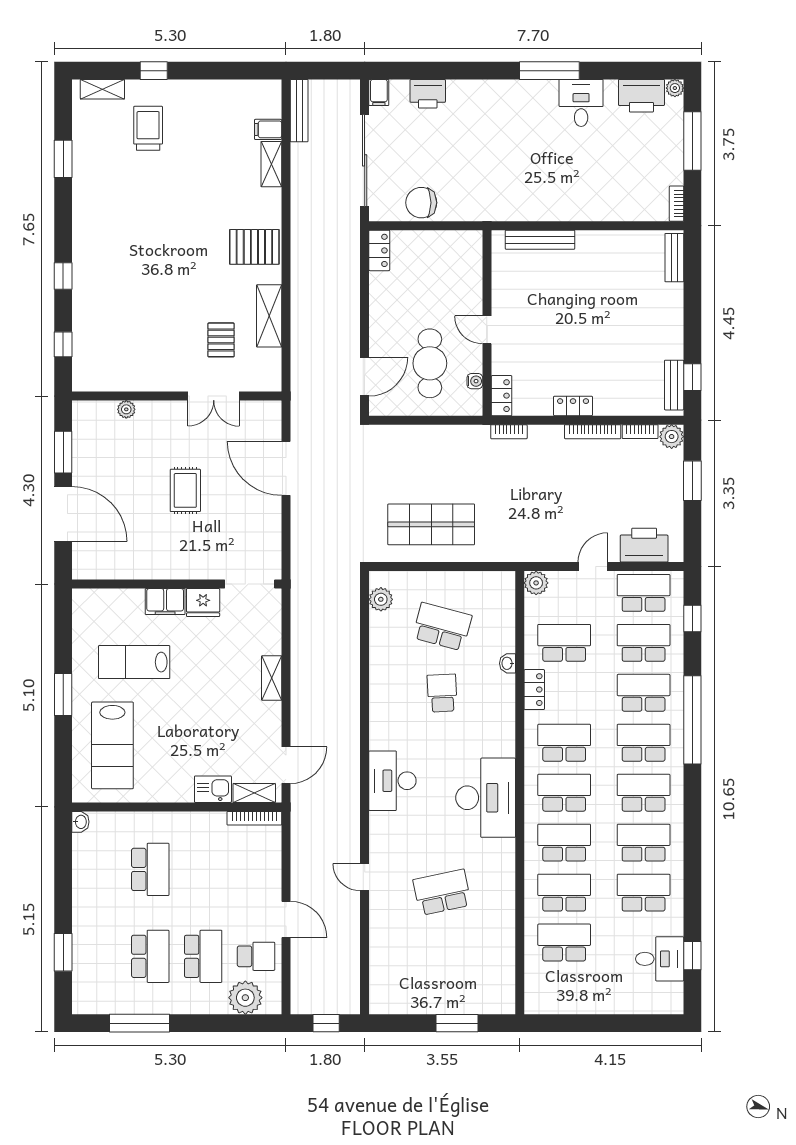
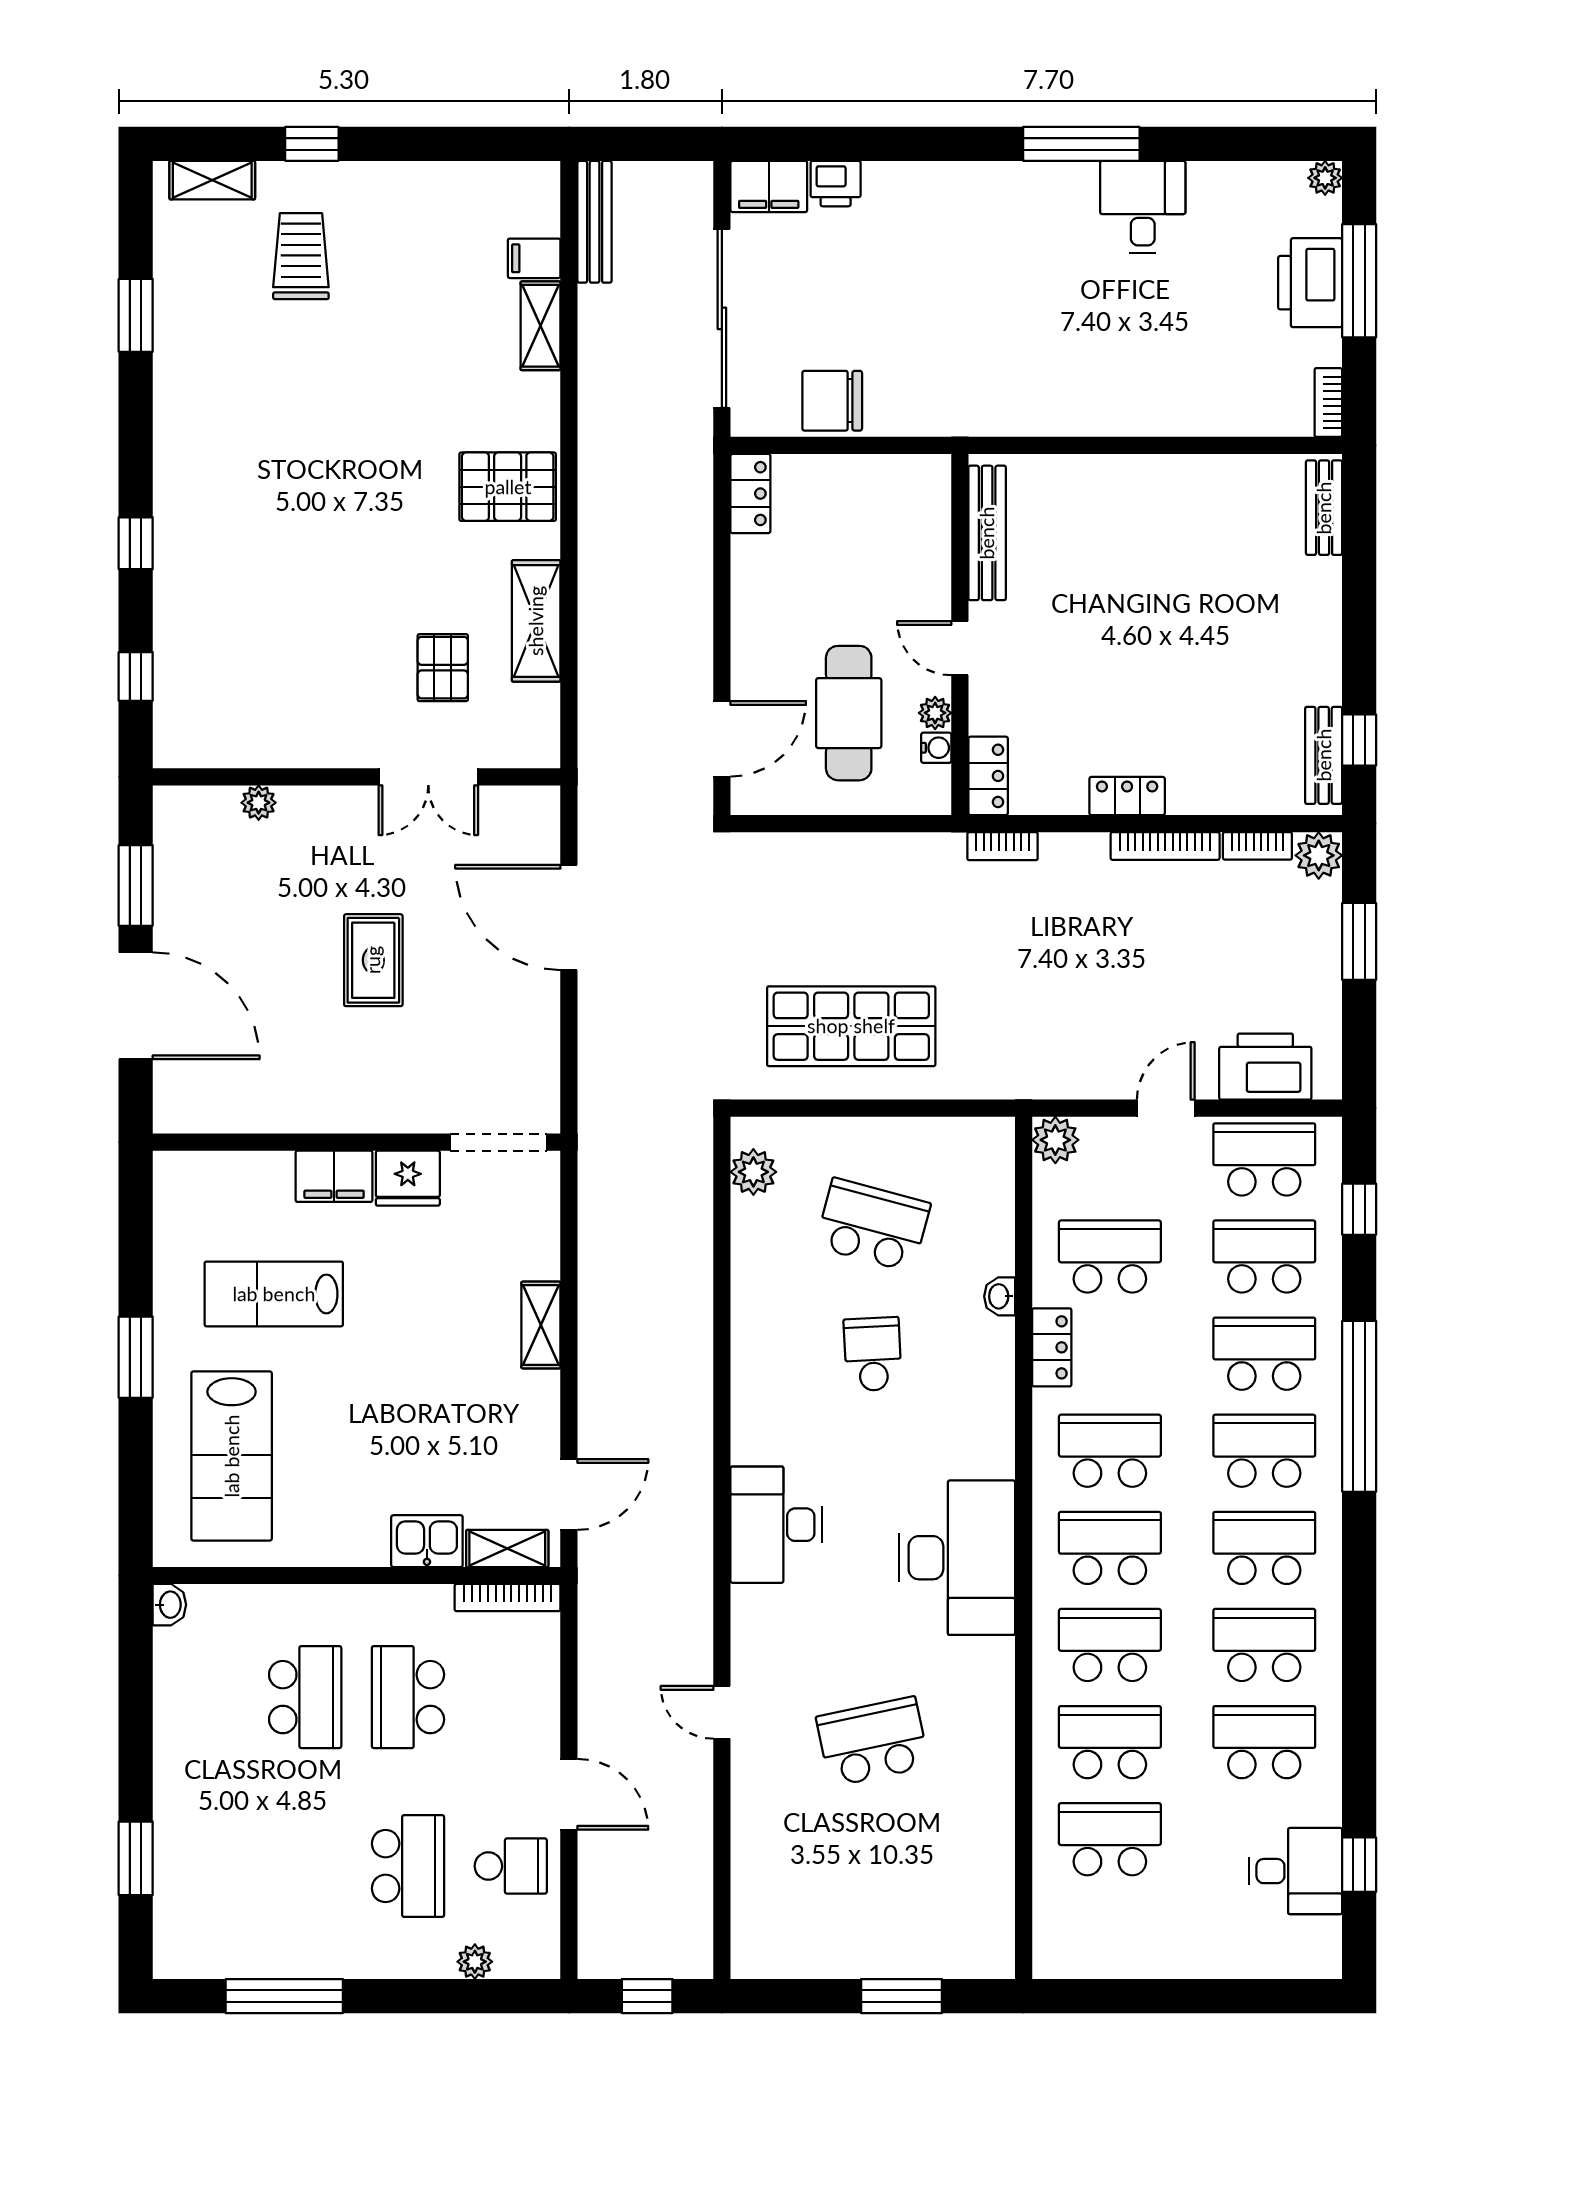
filing cabinet: (379, 92) -> (769, 186), width x2.00
printer: (428, 94) -> (836, 184), width x0.73, depth x0.81
printer: (641, 96) -> (1310, 283), moved, turned 90
bench: (540, 240) -> (987, 533), moved, turned 90
plant: (474, 363) -> (935, 713), added
school desk: (150, 956) -> (408, 1697), moved, turned 180
plant: (245, 998) -> (475, 1962), width x0.53, depth x0.53

